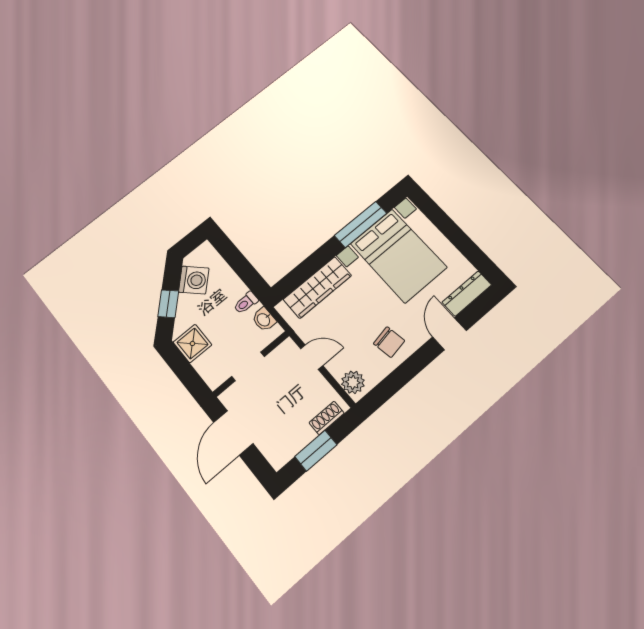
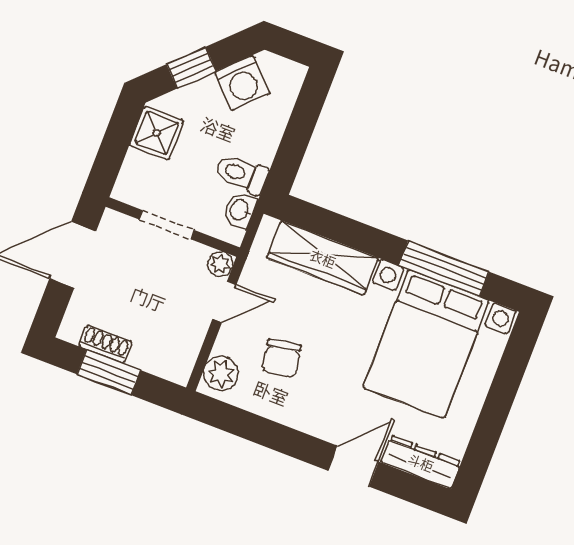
toilet: (246, 303) -> (242, 174), width x1.37, depth x1.39
chair: (389, 342) -> (282, 358), moved
plant: (288, 348) -> (220, 264), added
door: (312, 357) -> (224, 302), hinge flipped
shoe rack: (327, 418) -> (105, 344), moved

